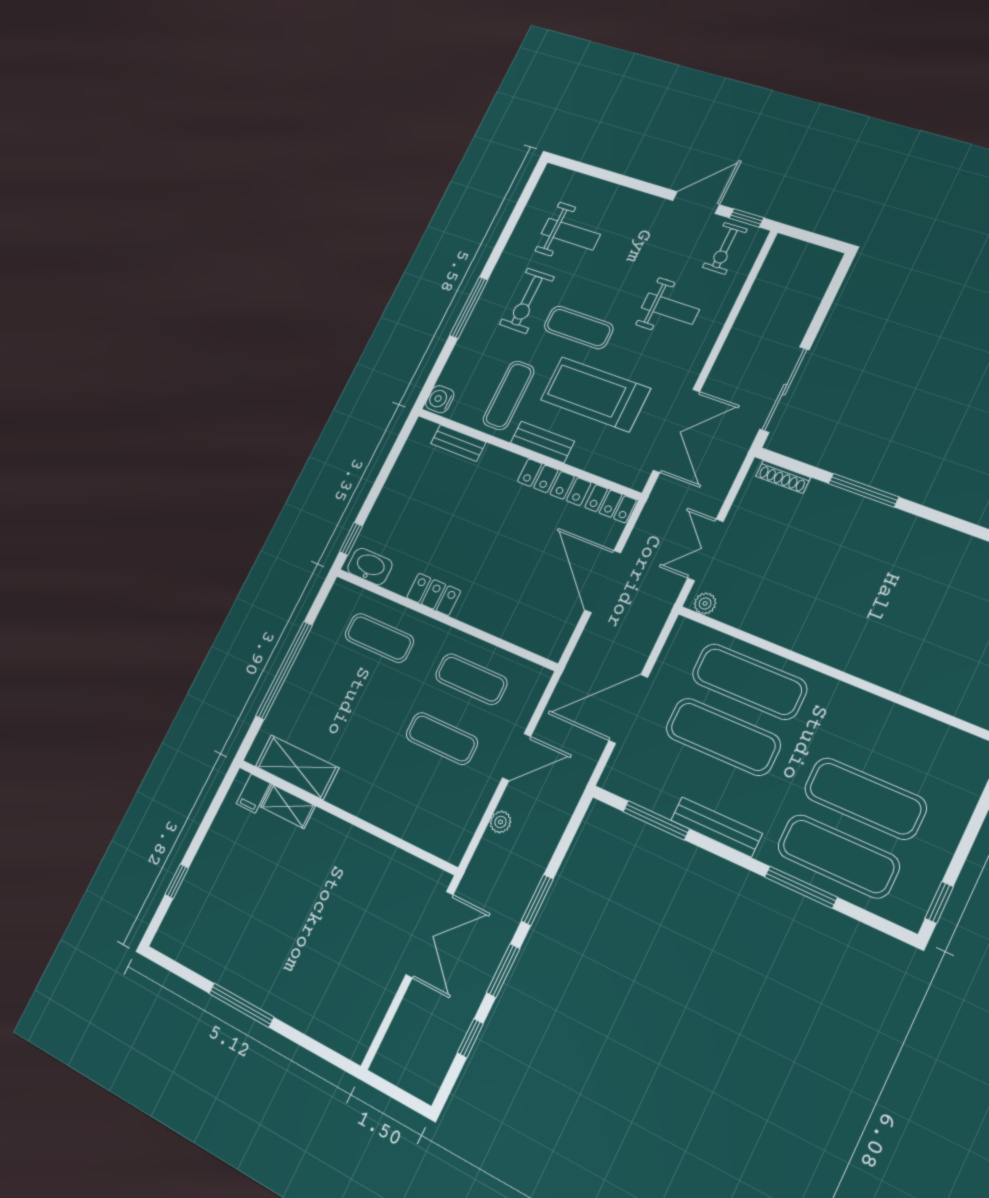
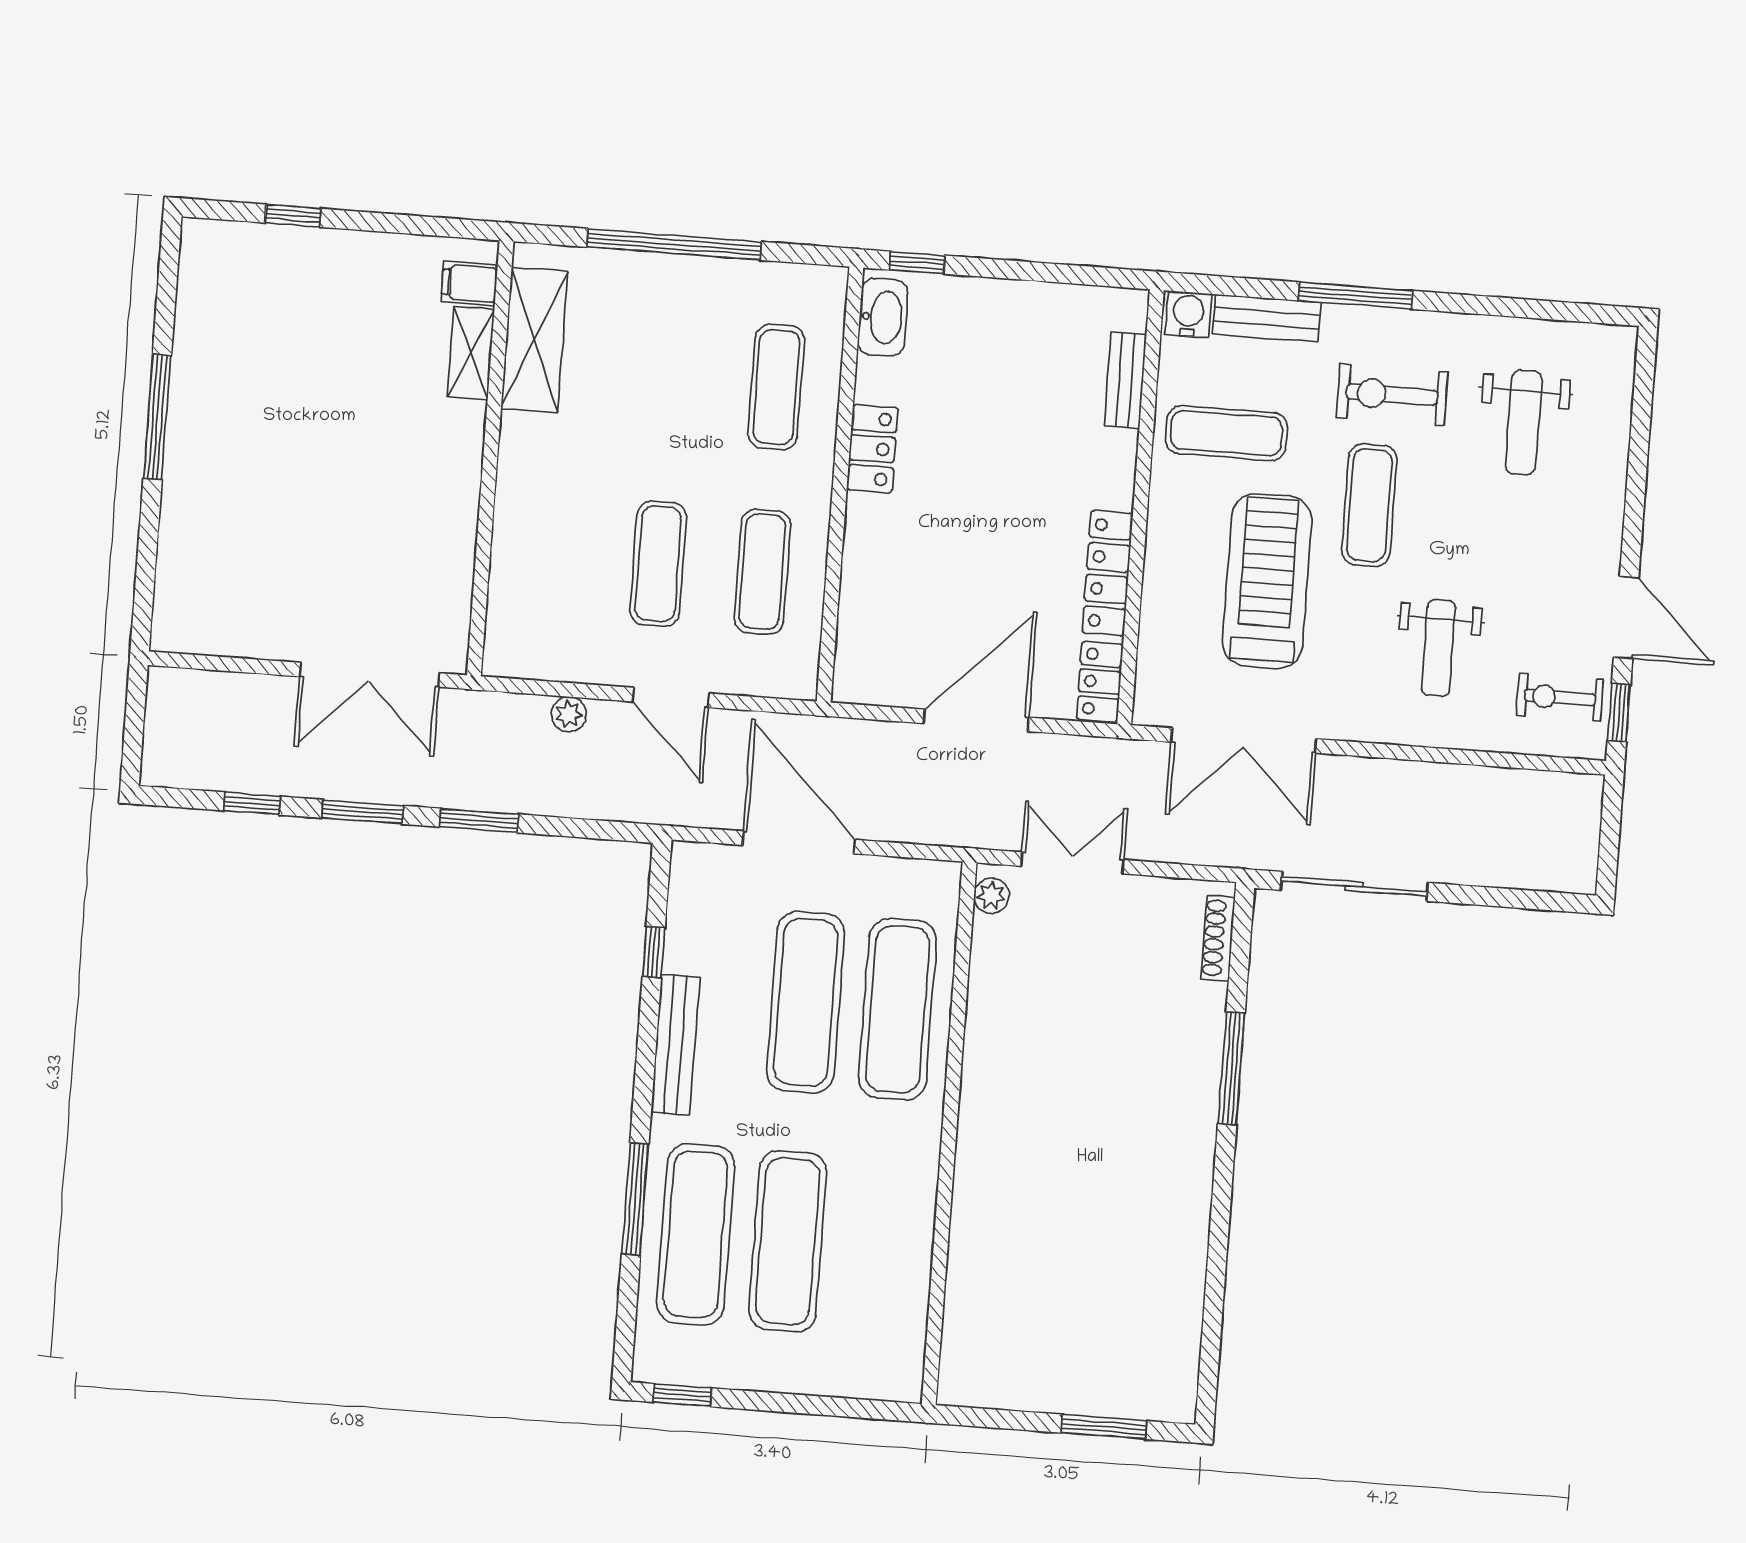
bench: (542, 442) -> (1267, 318), moved, turned 90
window: (656, 820) -> (654, 952), width x0.46

